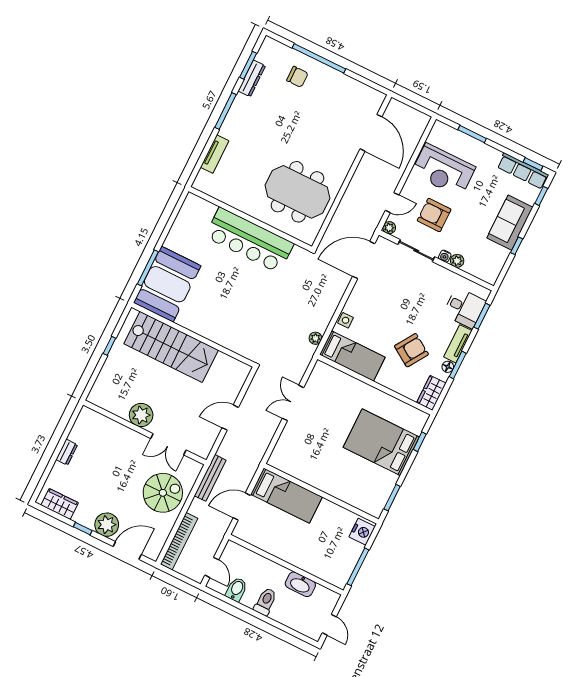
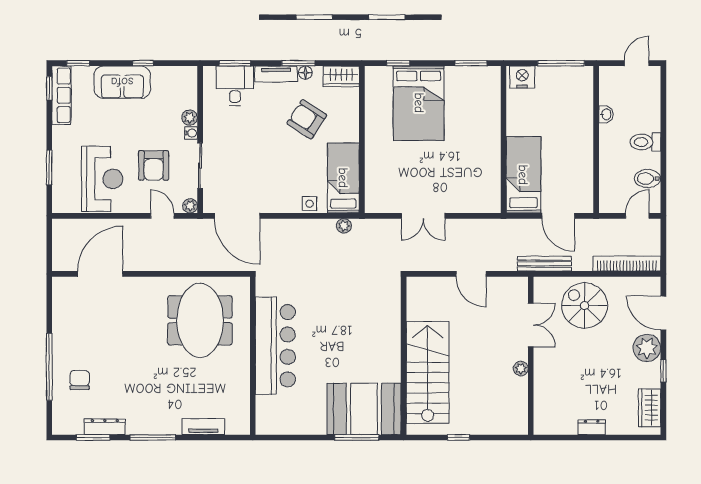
plant: (141, 415) -> (521, 369), width x0.53, depth x0.53
washbasin: (300, 584) -> (606, 114), width x0.52, depth x0.69

